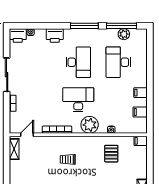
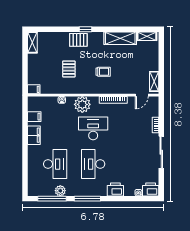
plant: (124, 34) -> (60, 191), moved
filing cabinet: (140, 93) -> (34, 135), width x2.00
desk: (78, 100) -> (93, 128), turned 180
pallet: (111, 154) -> (69, 69), moved

